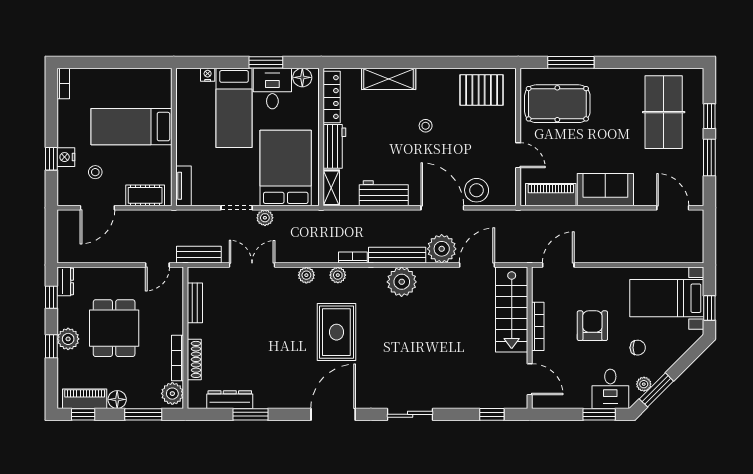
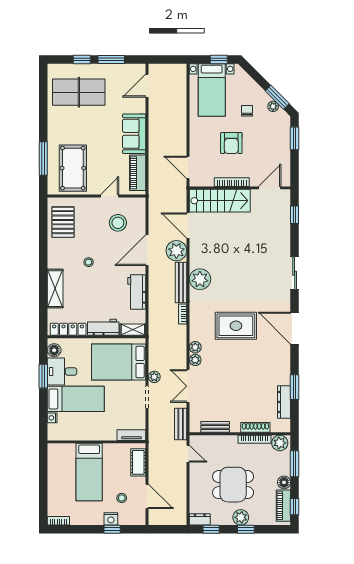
stool: (477, 190) -> (118, 223), moved
plant: (338, 275) -> (195, 360), moved
armchair: (592, 326) -> (231, 143), turned -90
desk: (610, 389) -> (276, 130), removed

